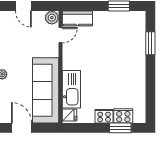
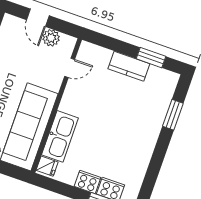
plant: (52, 18) -> (51, 38), moved
kitchen counter: (77, 18) -> (129, 66), moved

